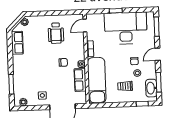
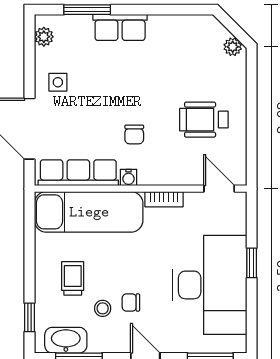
row of seats: (17, 43) -> (120, 27), moved
row of seats: (80, 80) -> (78, 173), width x1.48

